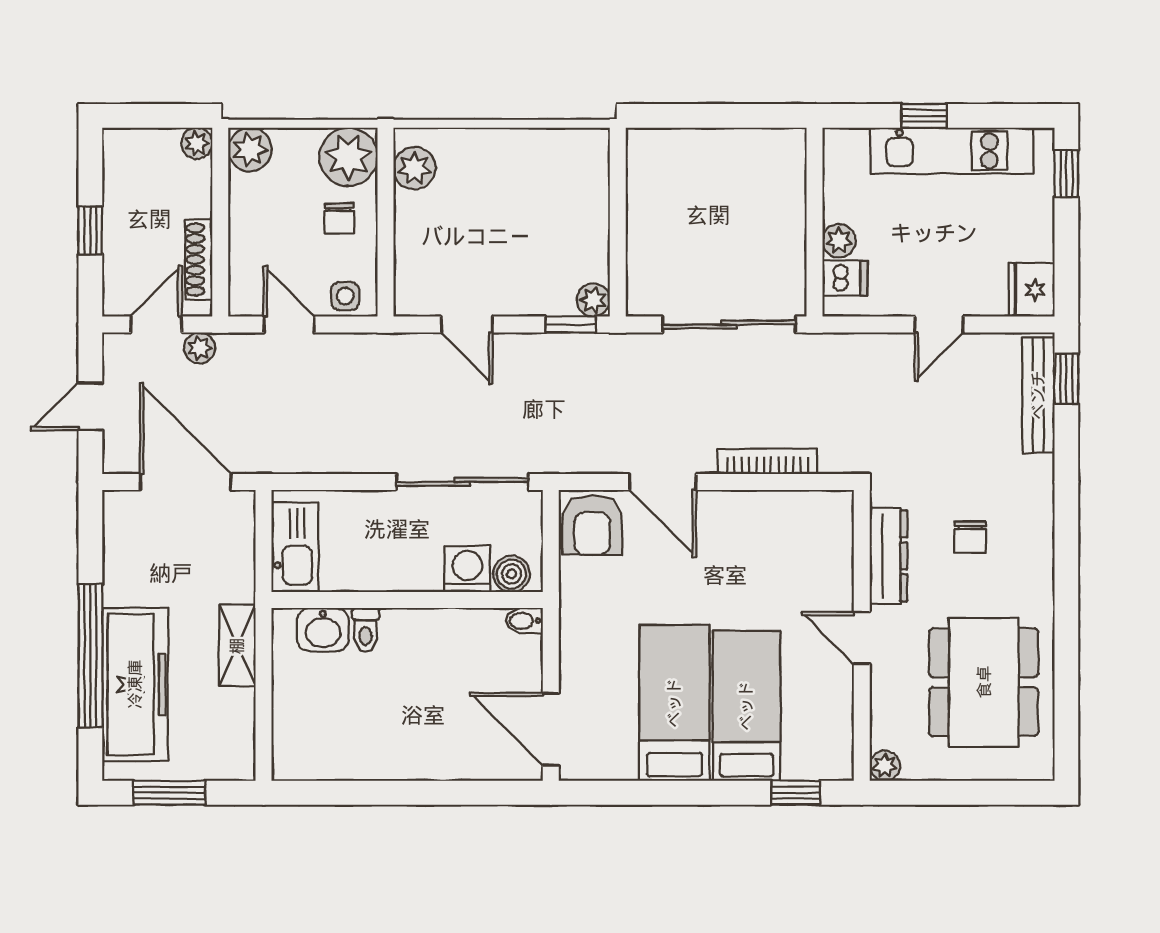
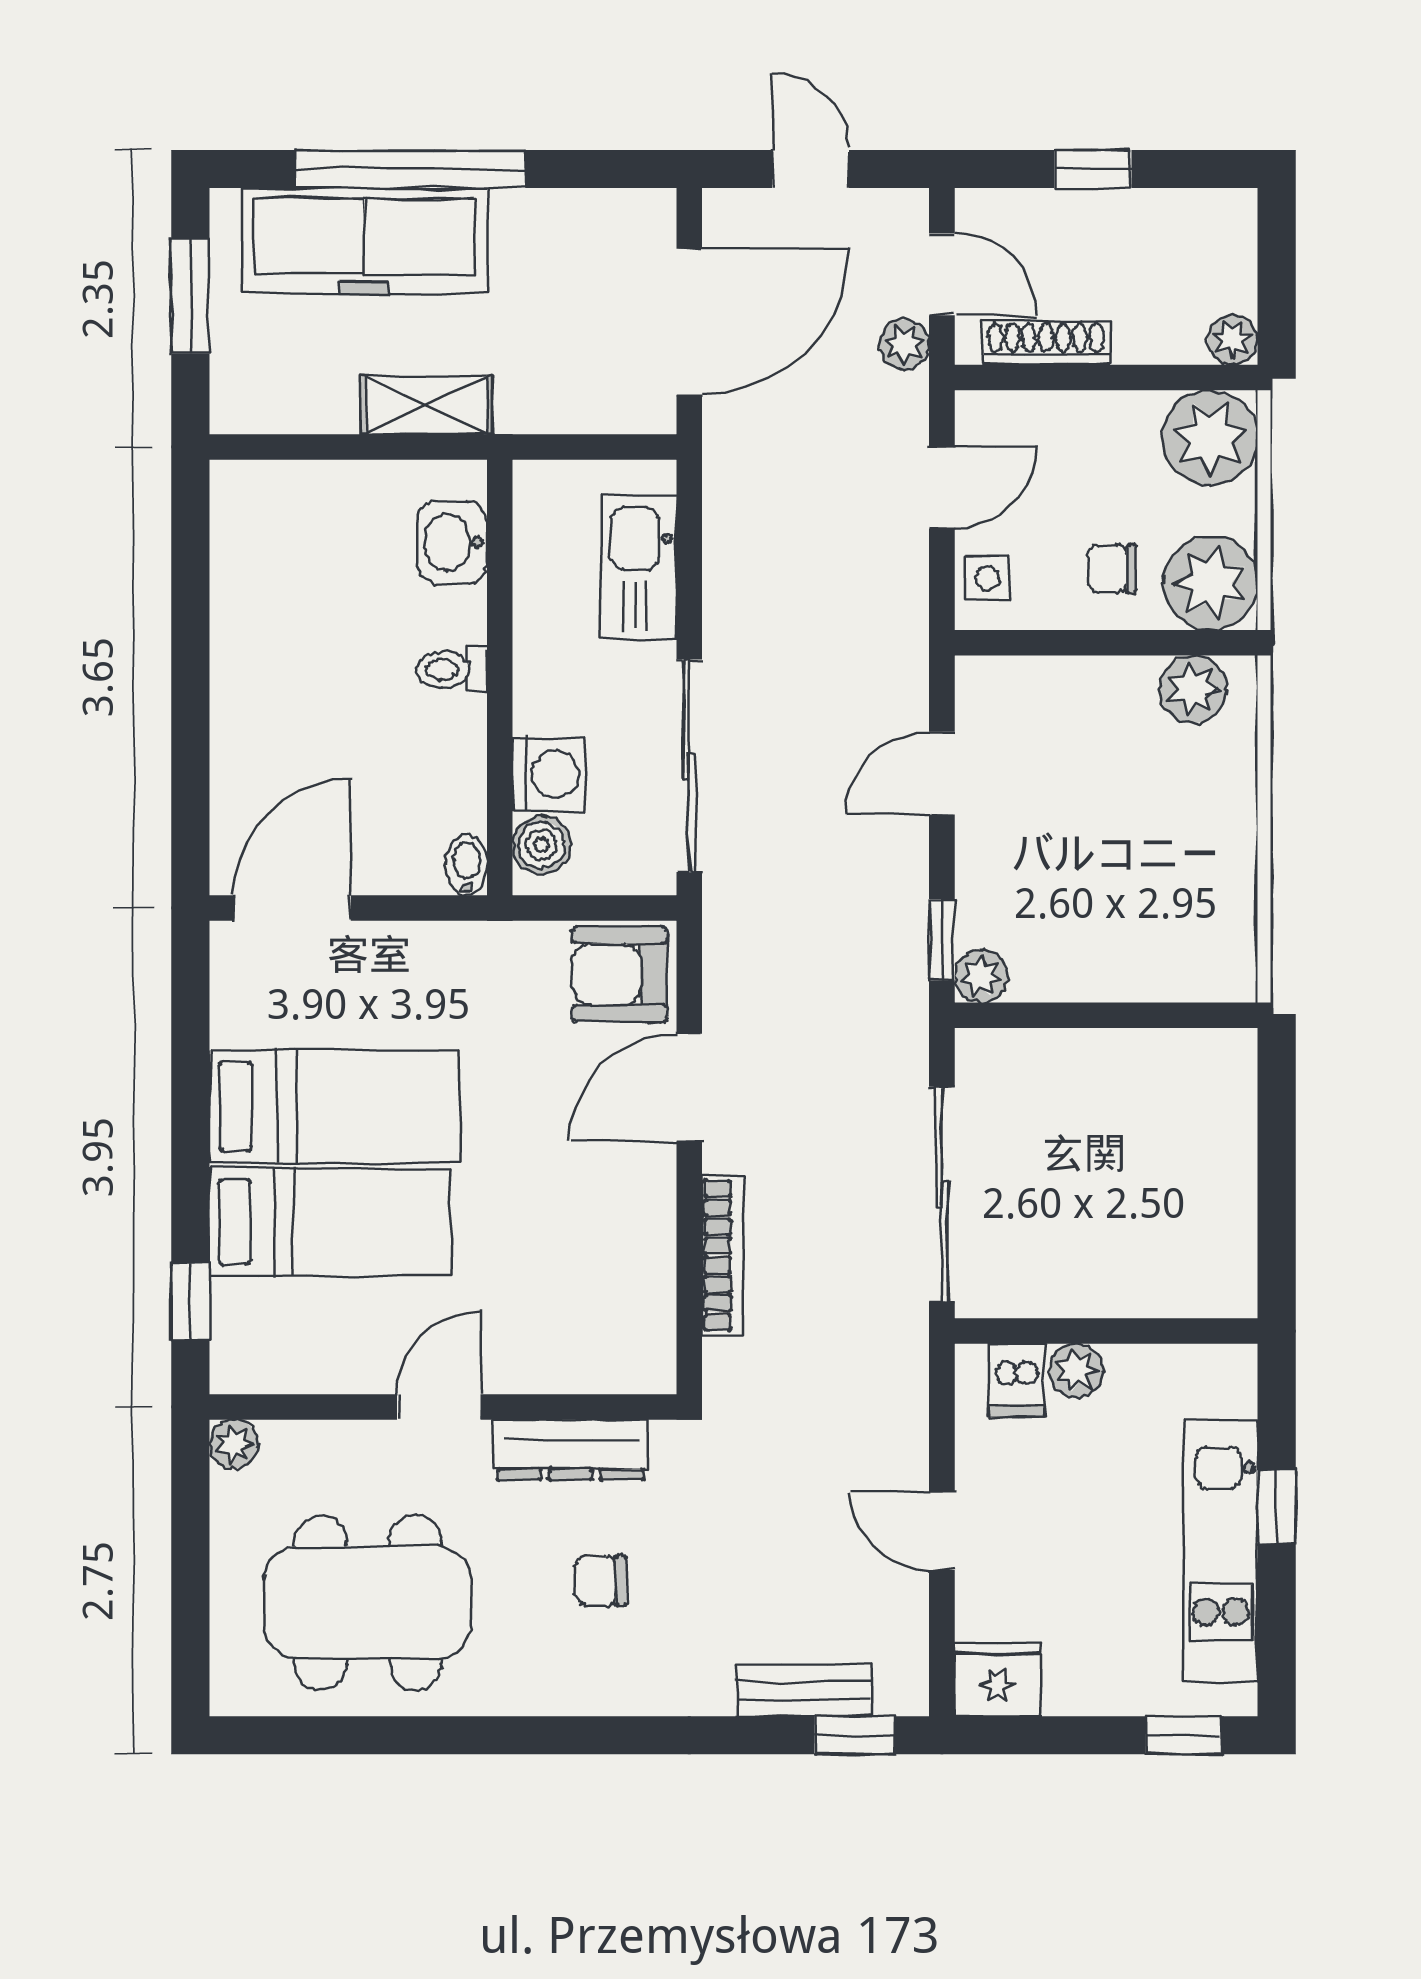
plant: (250, 150) -> (1210, 438), width x1.36, depth x1.36
bench: (1038, 395) -> (804, 1690), width x0.73
kitchen sink: (295, 547) -> (639, 567), moved, turned 90
toilet: (366, 630) -> (452, 670), moved

